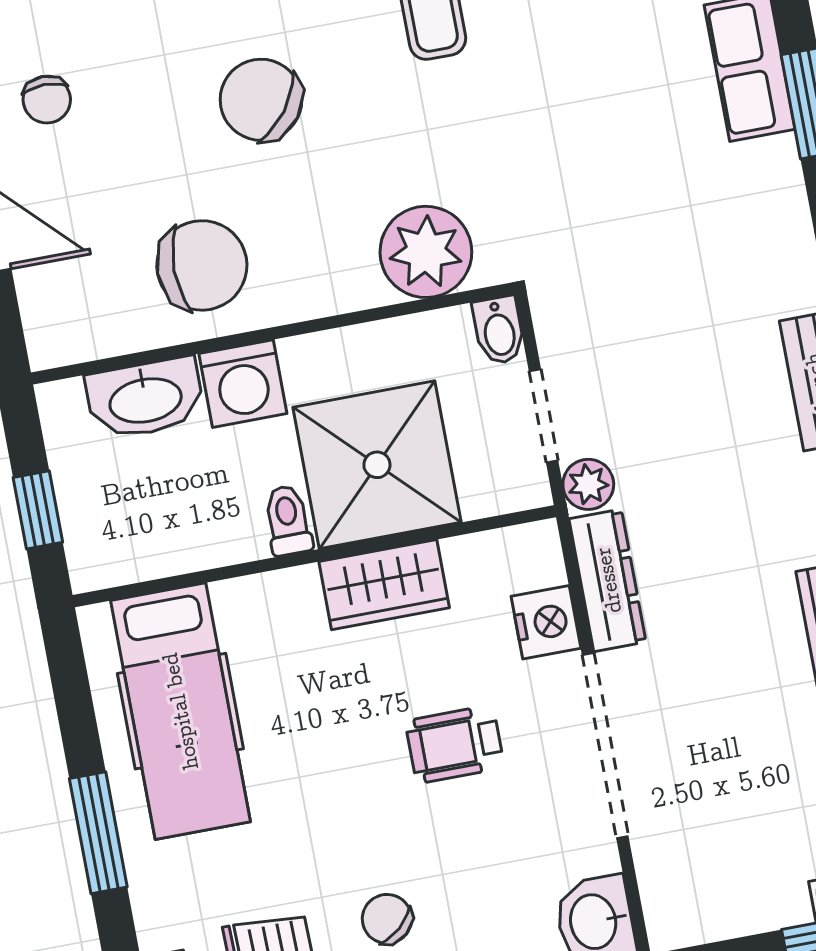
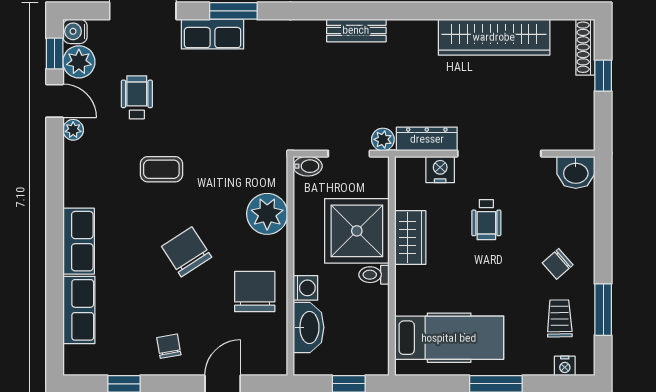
chair: (47, 100) -> (169, 346), turned -100
chair: (261, 100) -> (187, 252), turned 110
plant: (426, 252) -> (267, 214), moved
washing machine: (243, 384) -> (305, 288), width x0.73, depth x0.73

